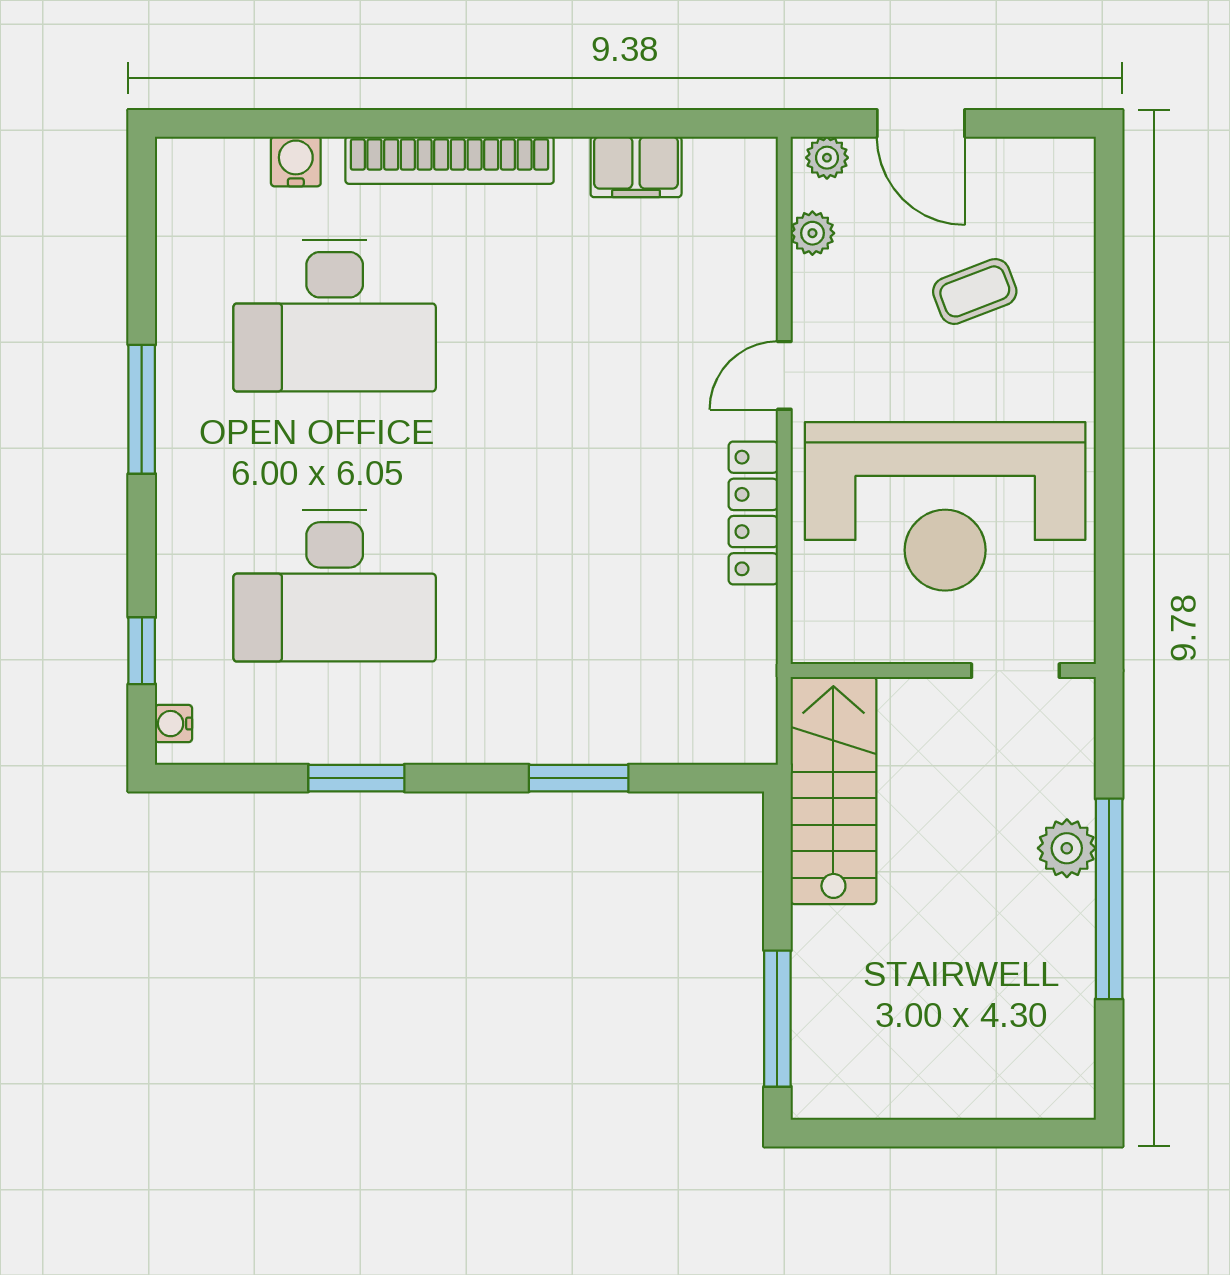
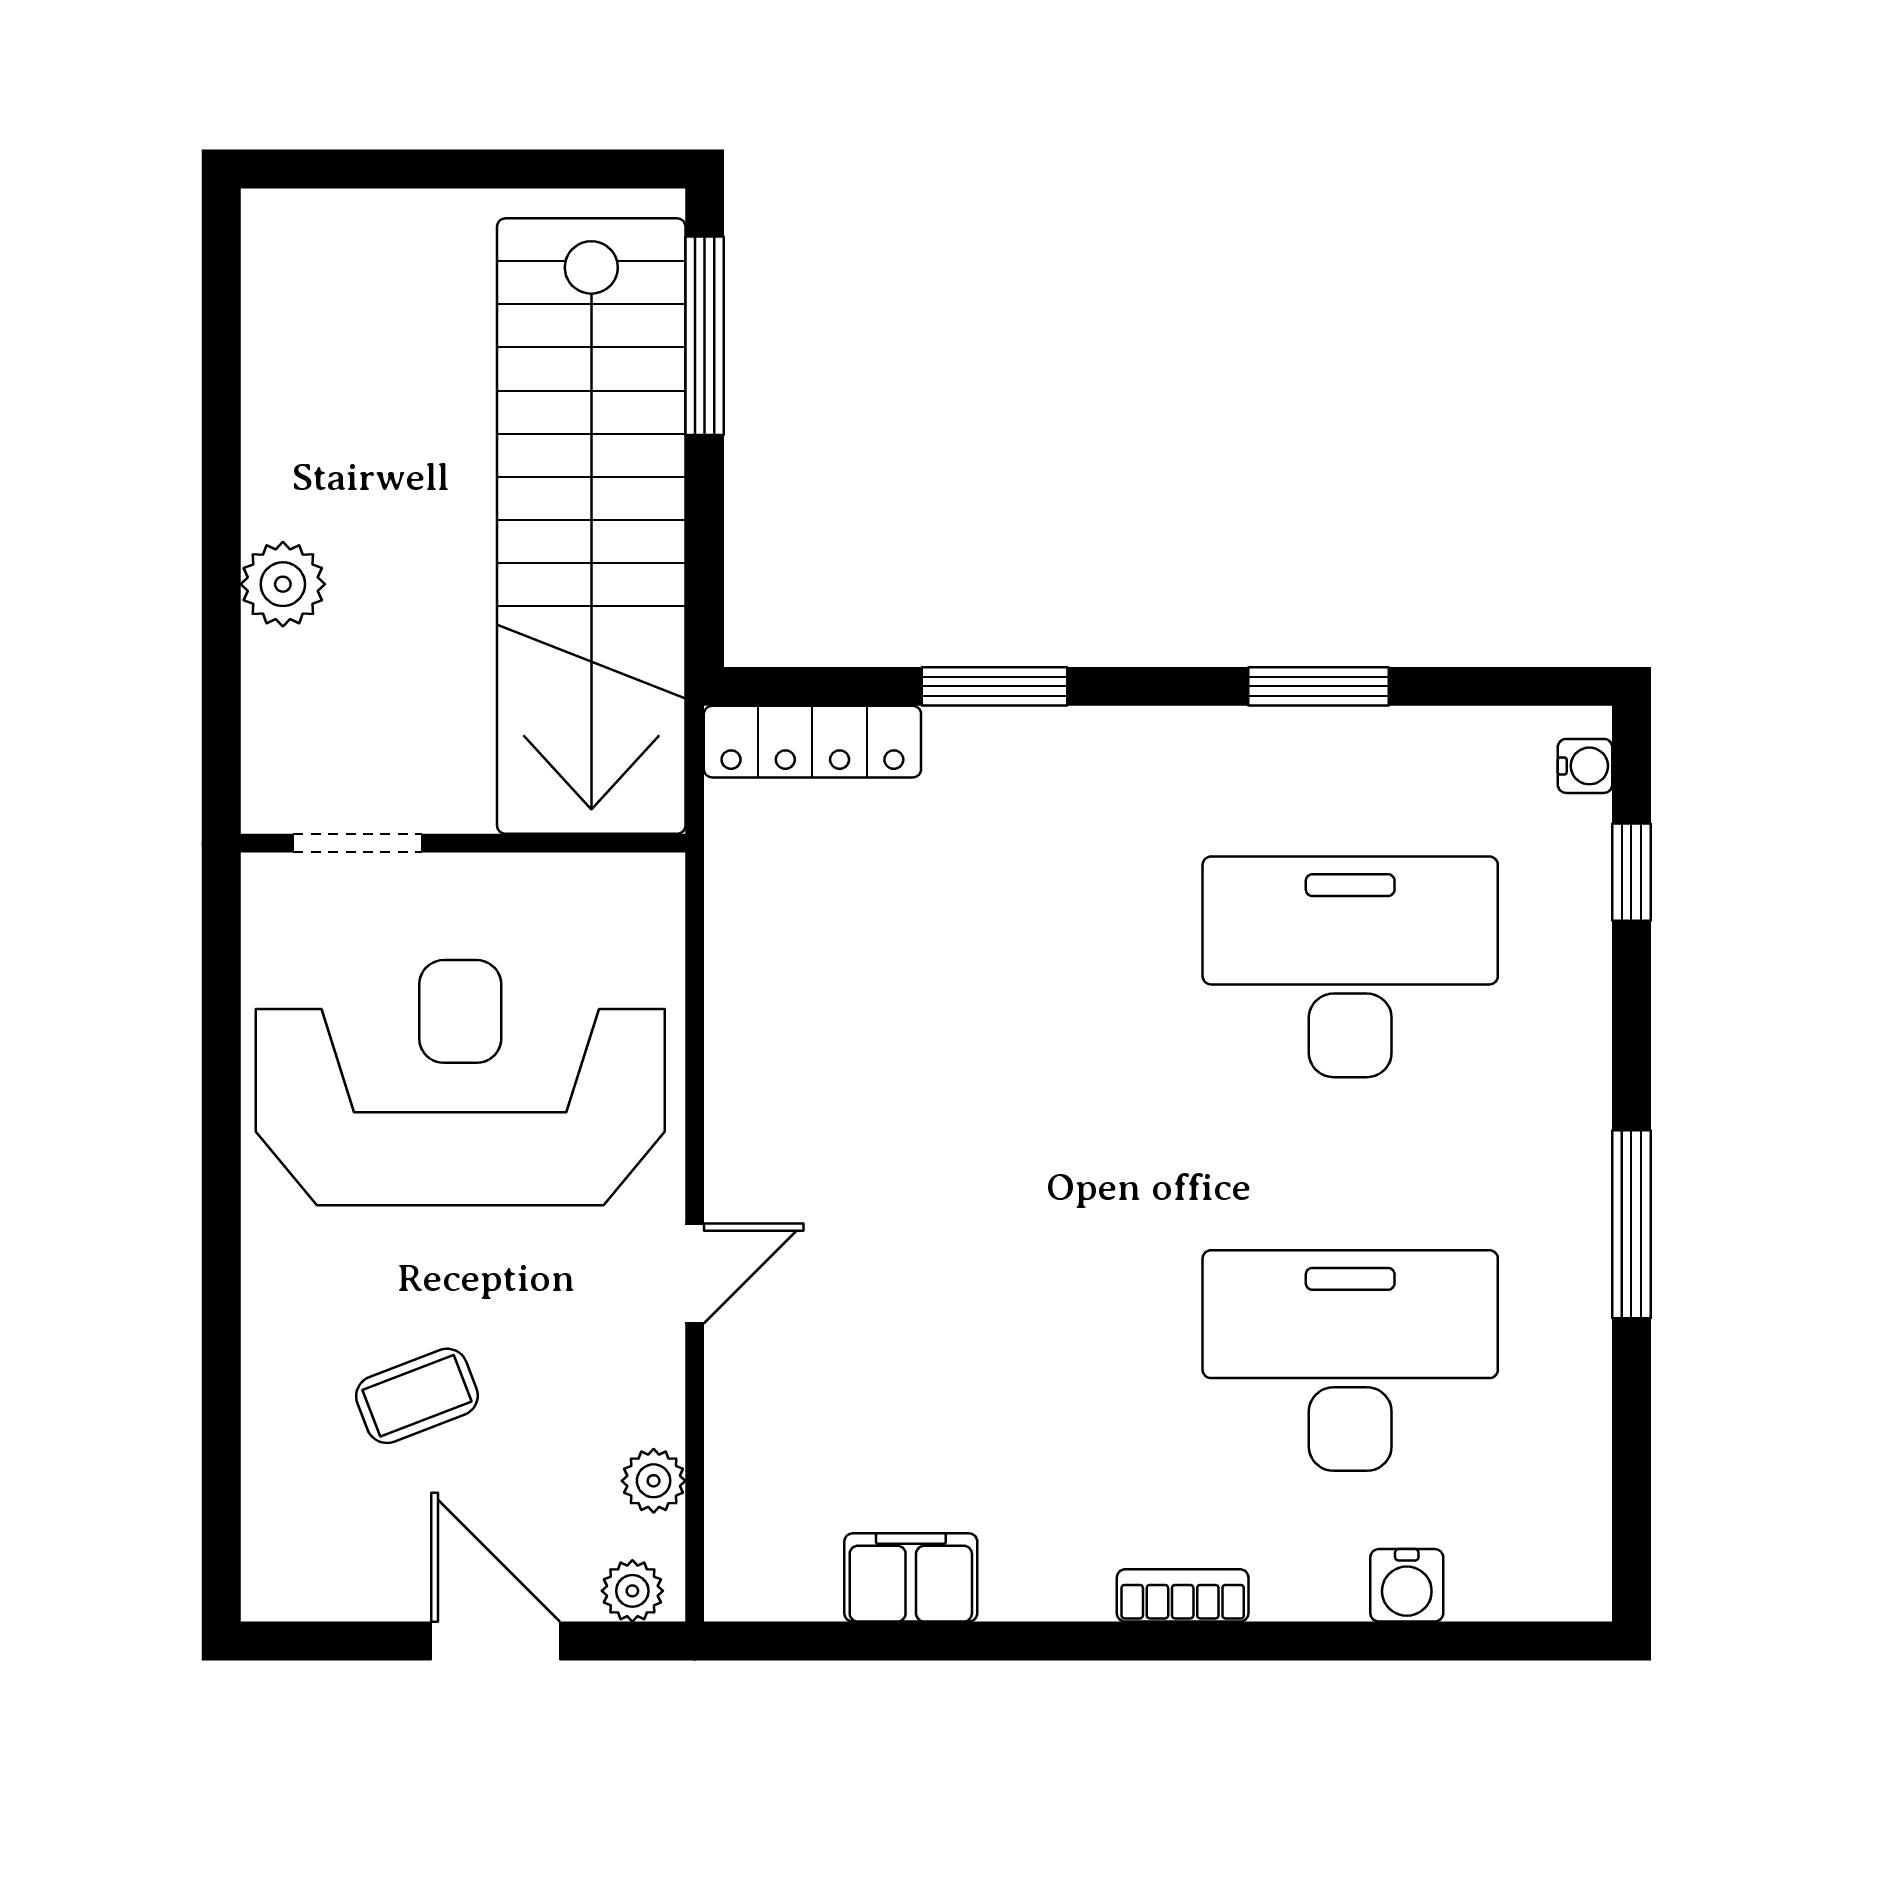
bookcase: (450, 160) -> (1183, 1595), width x0.43, depth x0.76
locker: (753, 513) -> (812, 742), moved, turned 90
stairs: (833, 791) -> (591, 526), width x1.86, depth x1.51
window: (1109, 899) -> (221, 510), removed

